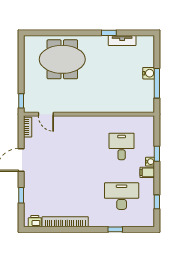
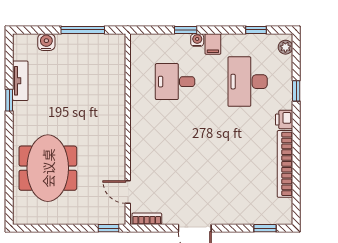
water cooler: (149, 73) -> (46, 42), moved
door: (46, 114) -> (128, 192), swing flipped
window: (21, 195) -> (265, 228), moved
printer: (35, 221) -> (284, 120), moved
plant: (145, 222) -> (285, 47), added

